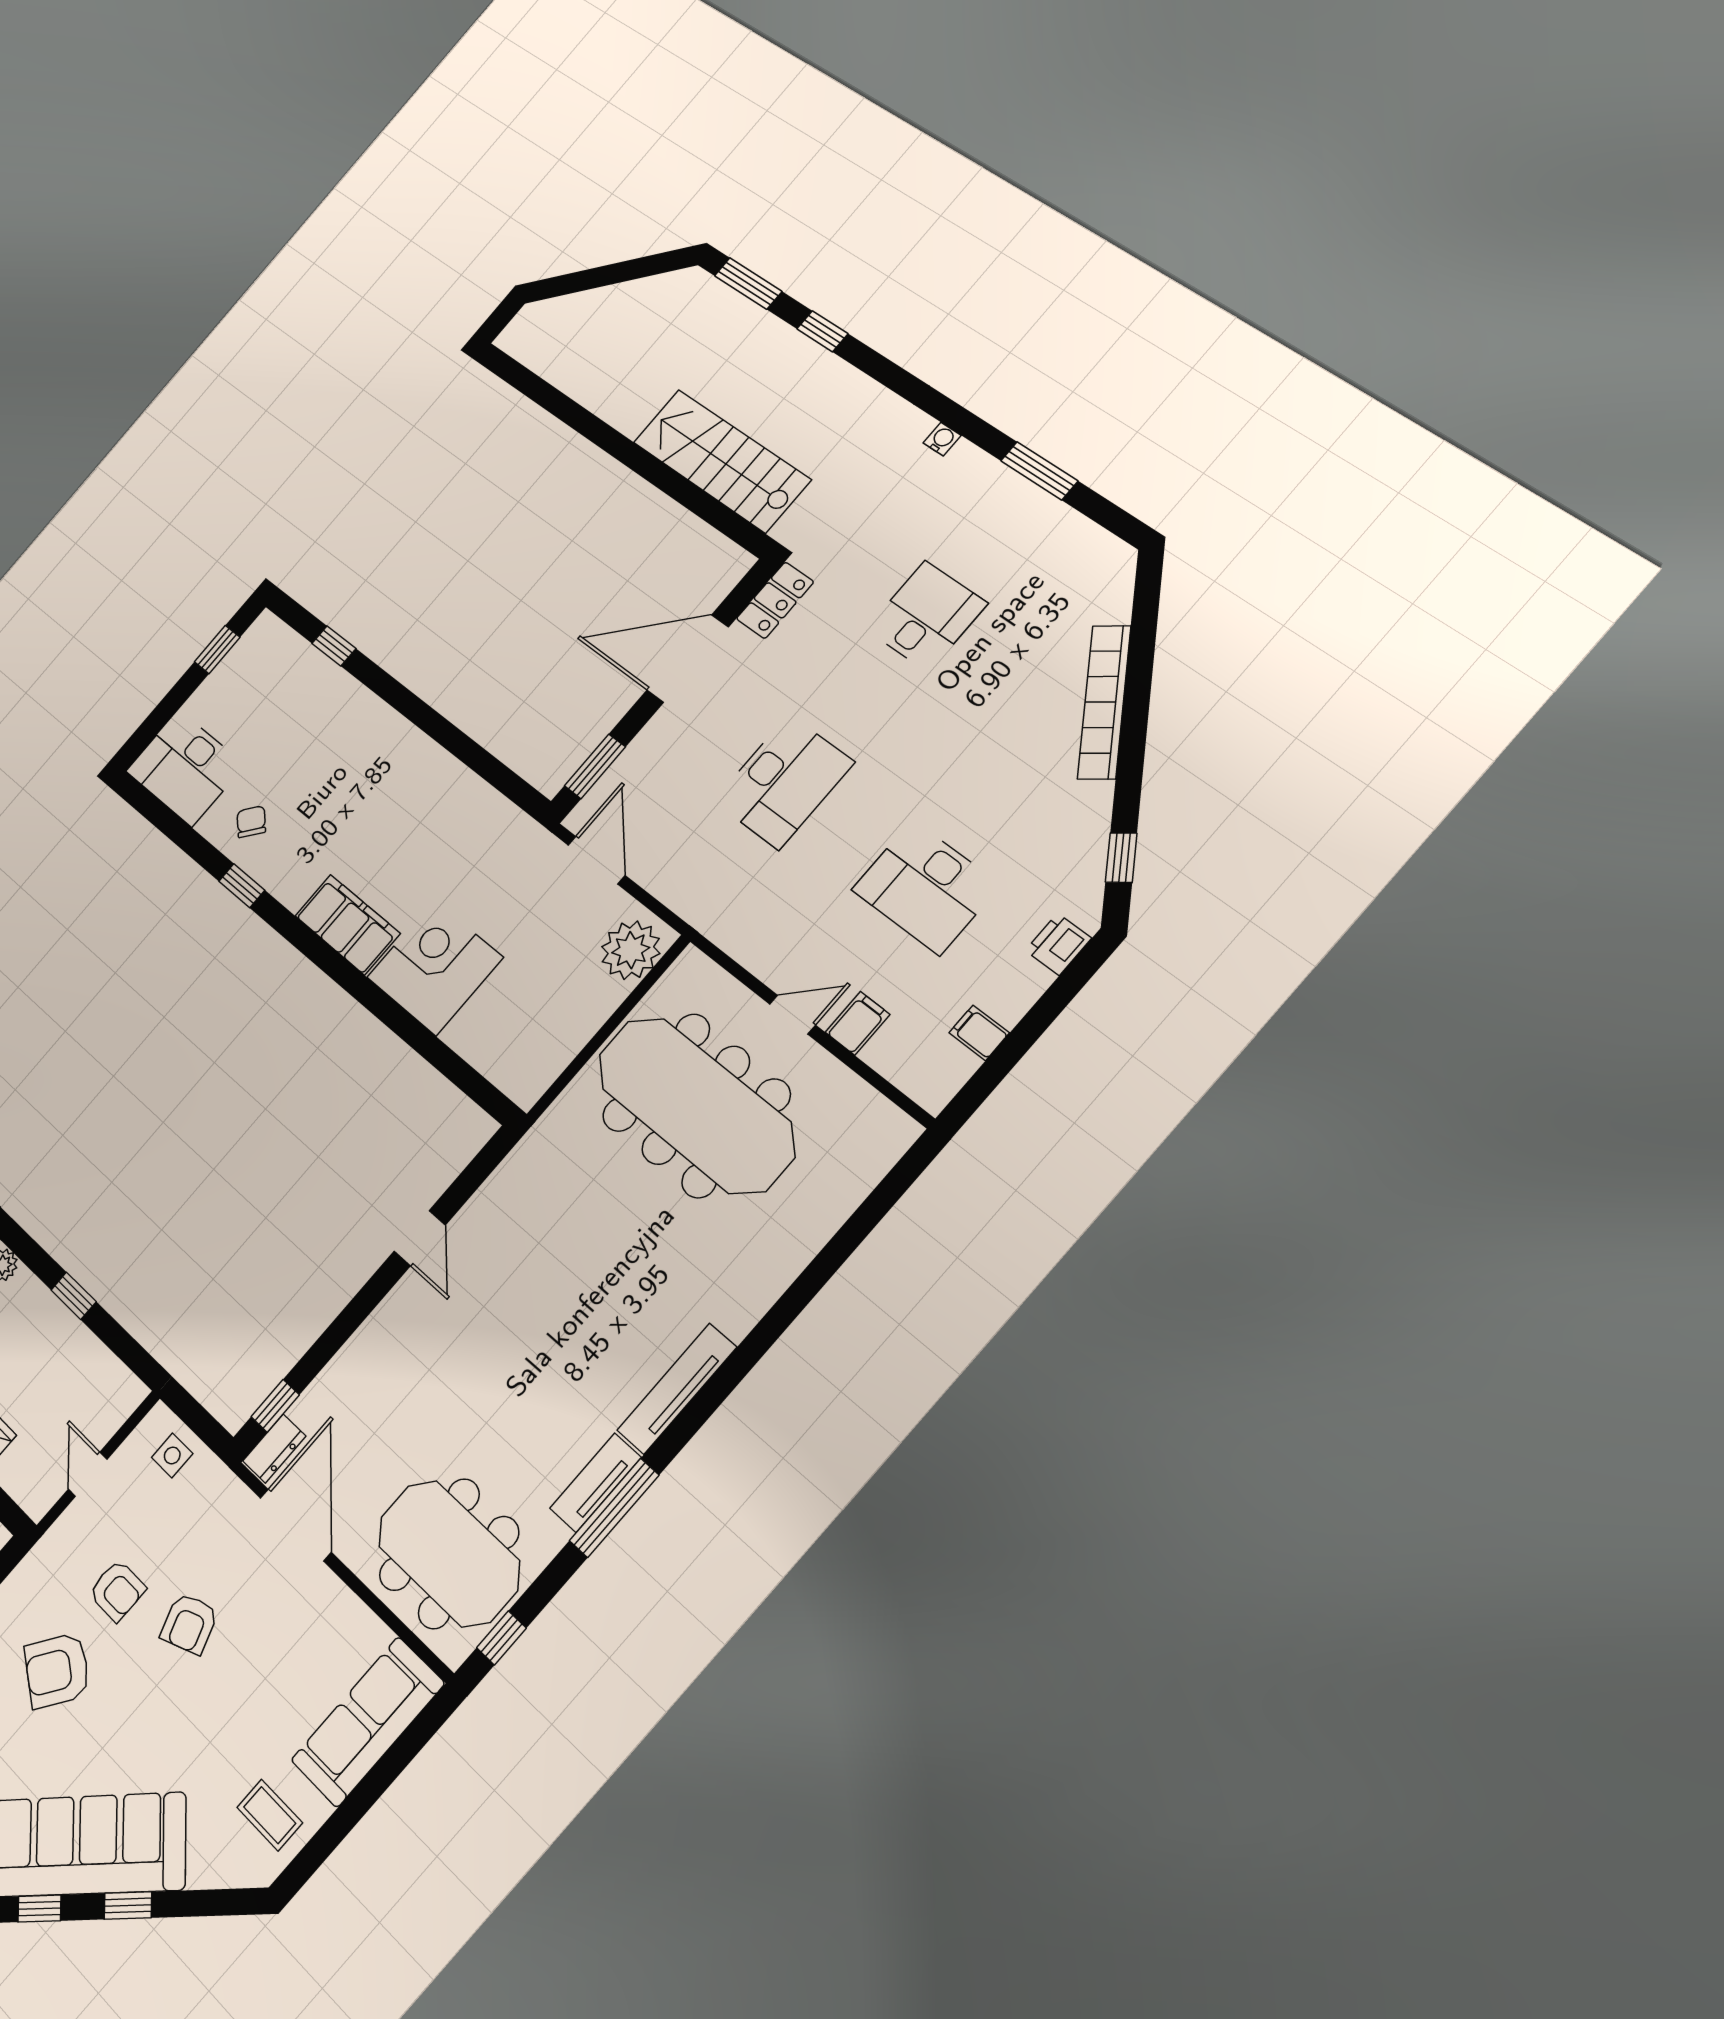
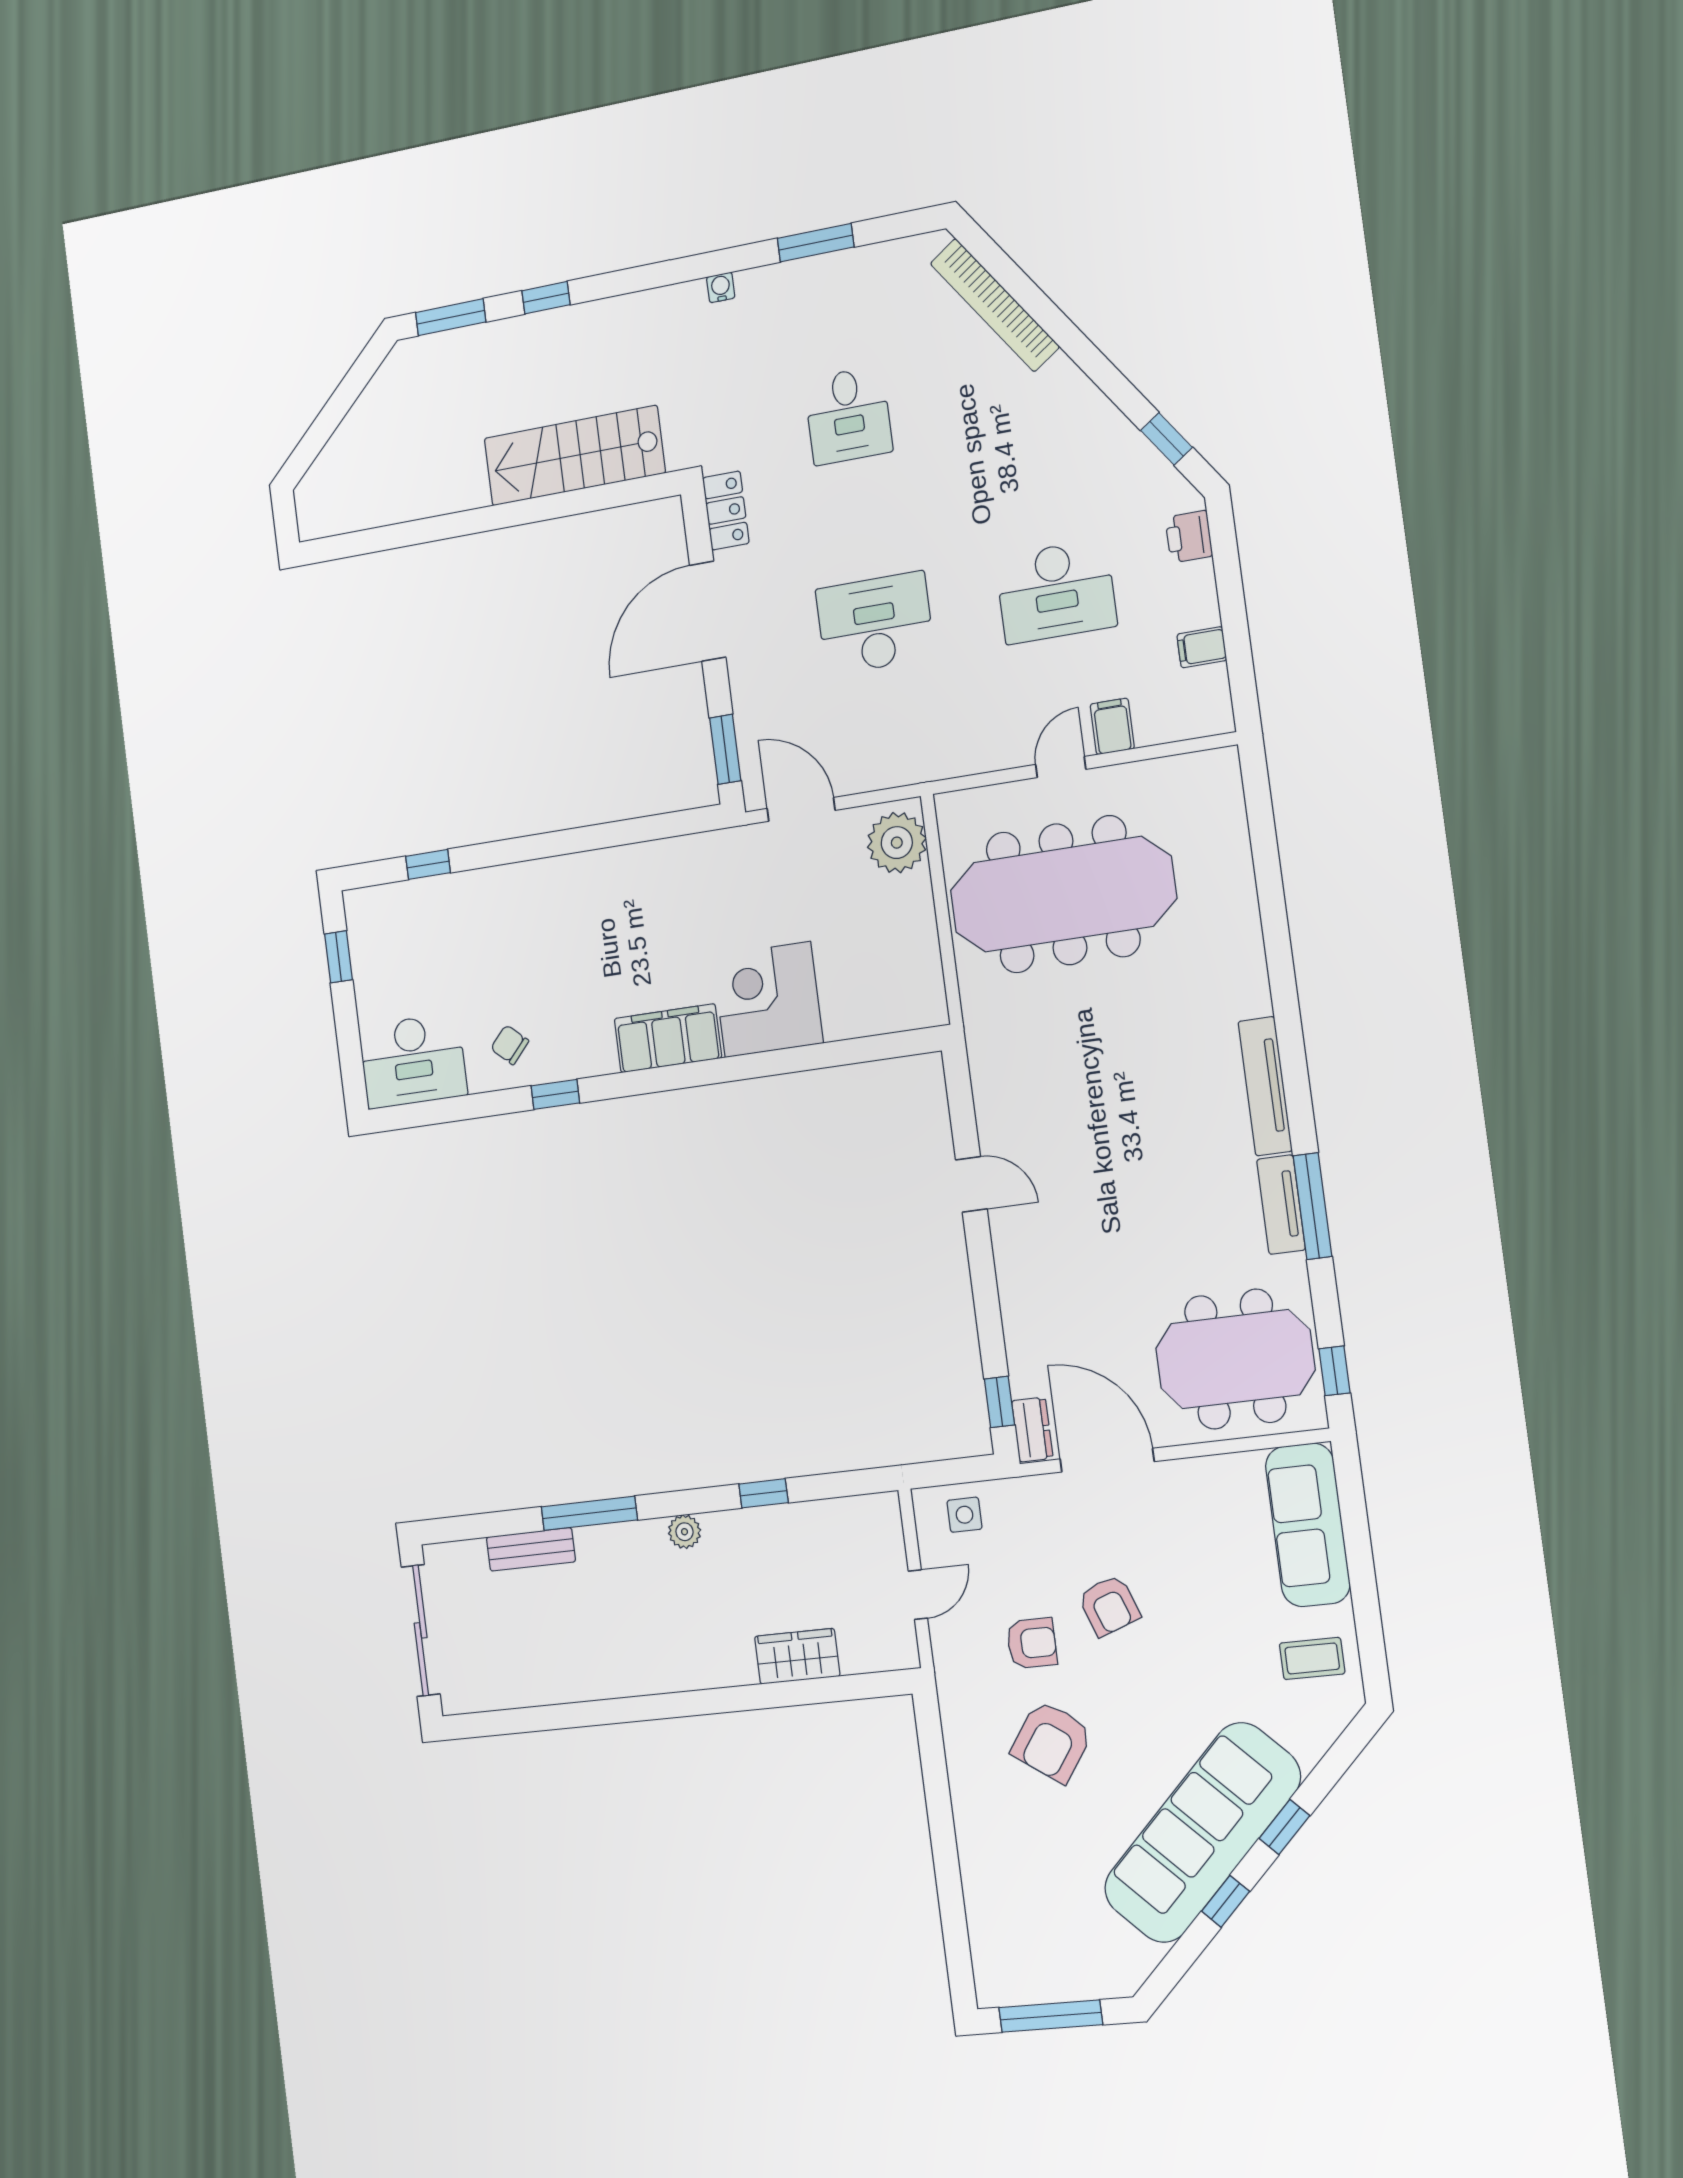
desk: (926, 616) -> (848, 415), turned 180
bookcase: (1104, 702) -> (995, 305), moved
desk: (784, 782) -> (875, 623), turned -90
door: (88, 1474) -> (918, 1595), swing flipped

